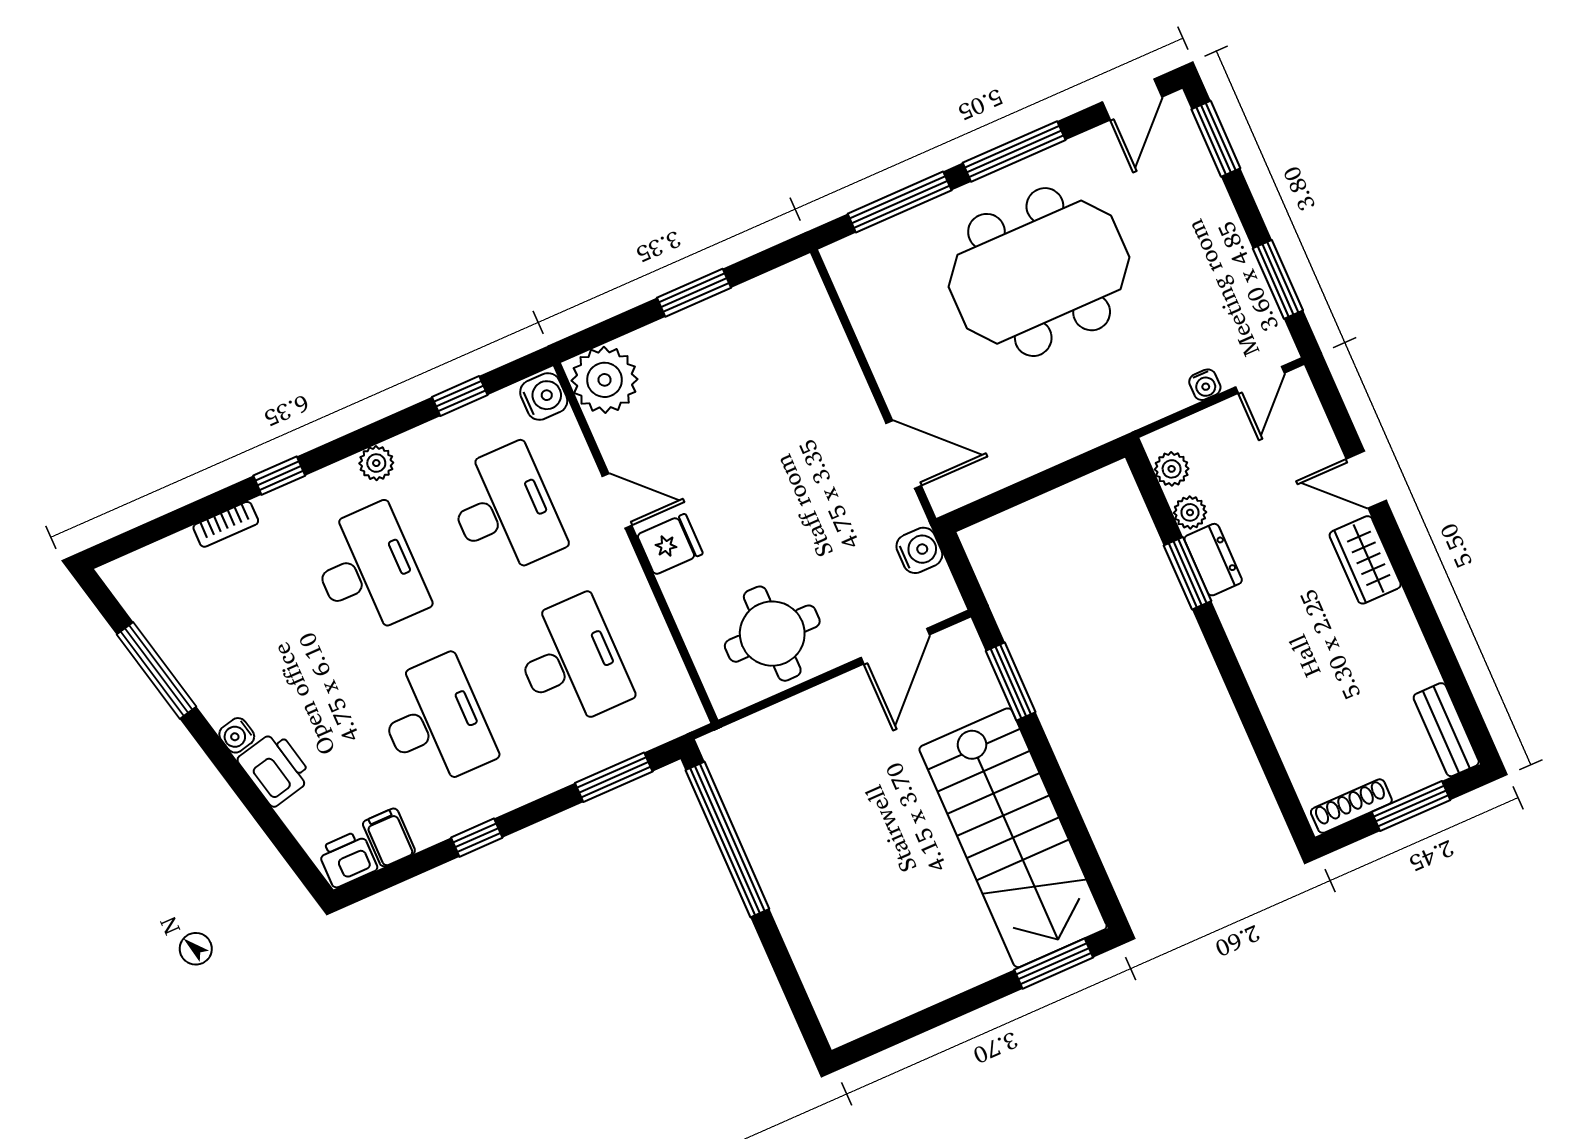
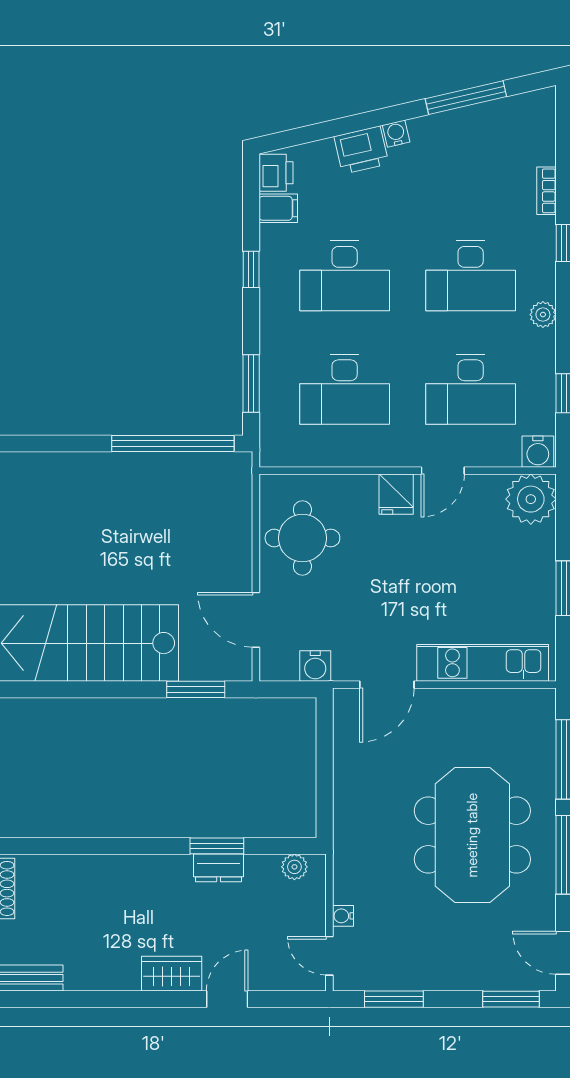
kitchen unit: (827, 351) -> (483, 663), added
plant: (1190, 512) -> (258, 866), removed

